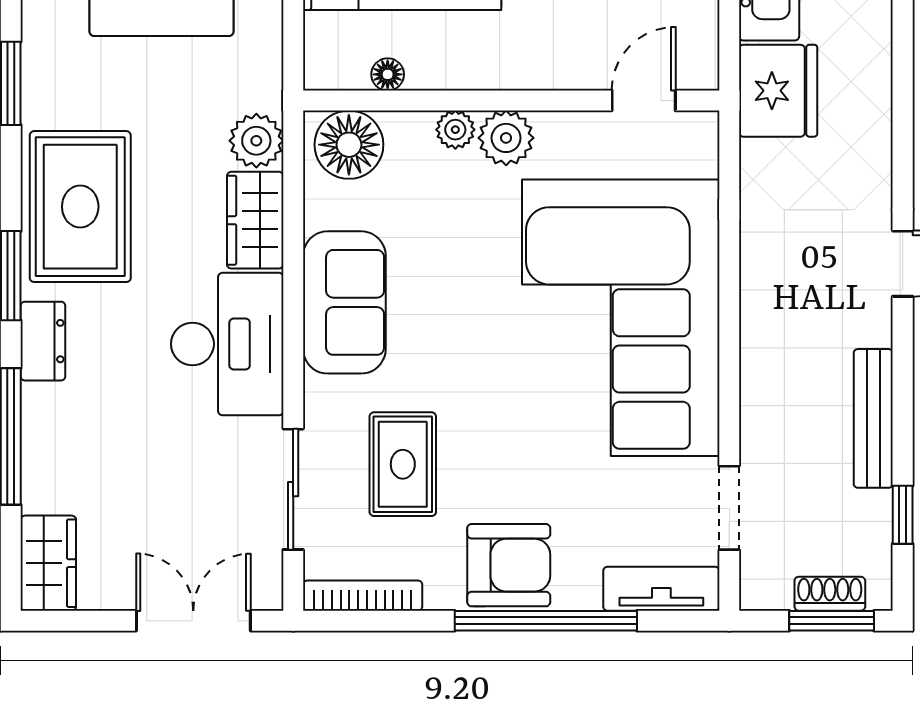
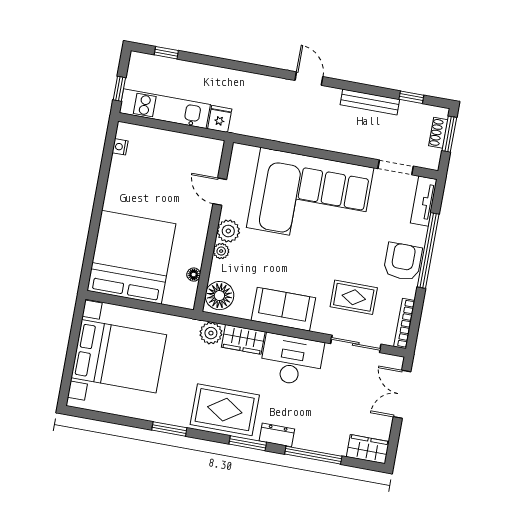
fridge: (778, 91) -> (220, 119), width x0.53, depth x0.75
door: (644, 101) -> (220, 192), moved

